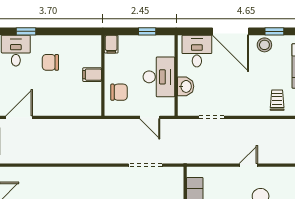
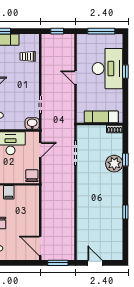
washbasin: (186, 86) -> (32, 124), moved
chair: (119, 92) -> (32, 176), moved

